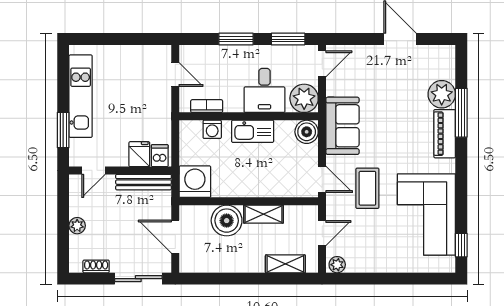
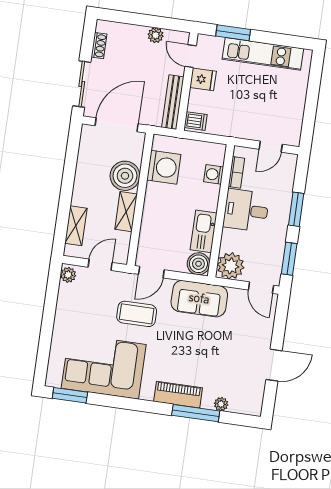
desk: (264, 90) -> (246, 210), moved
plant: (442, 94) -> (221, 404), width x0.53, depth x0.53
kitchen sink: (253, 131) -> (204, 231), moved
fridge: (139, 154) -> (203, 79), moved
washing machine: (195, 182) -> (164, 167), moved
plant: (77, 226) -> (156, 35), moved
door: (322, 233) -> (100, 265), swing flipped
door: (175, 237) -> (117, 125), width x1.36
window: (461, 245) -> (70, 395), width x1.50

